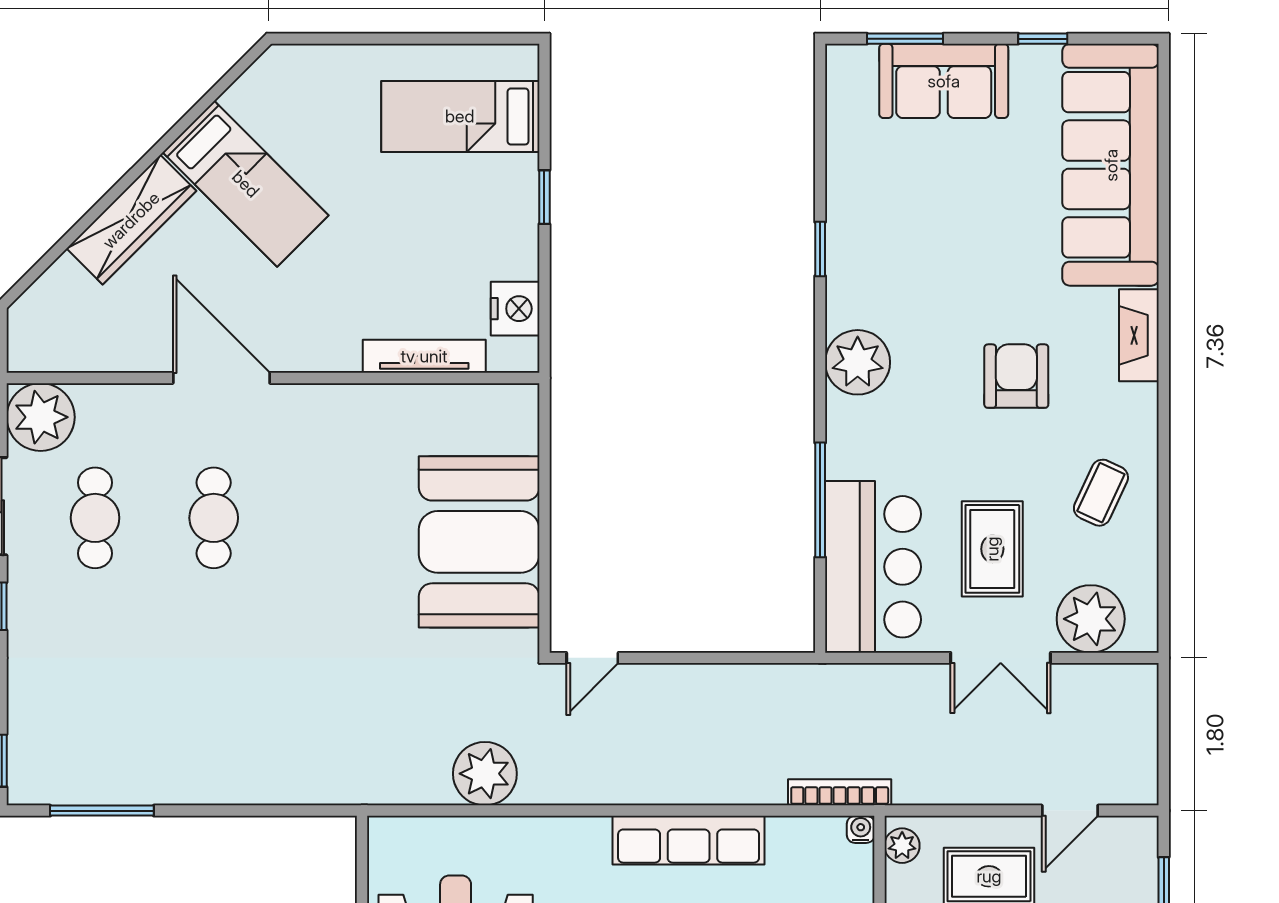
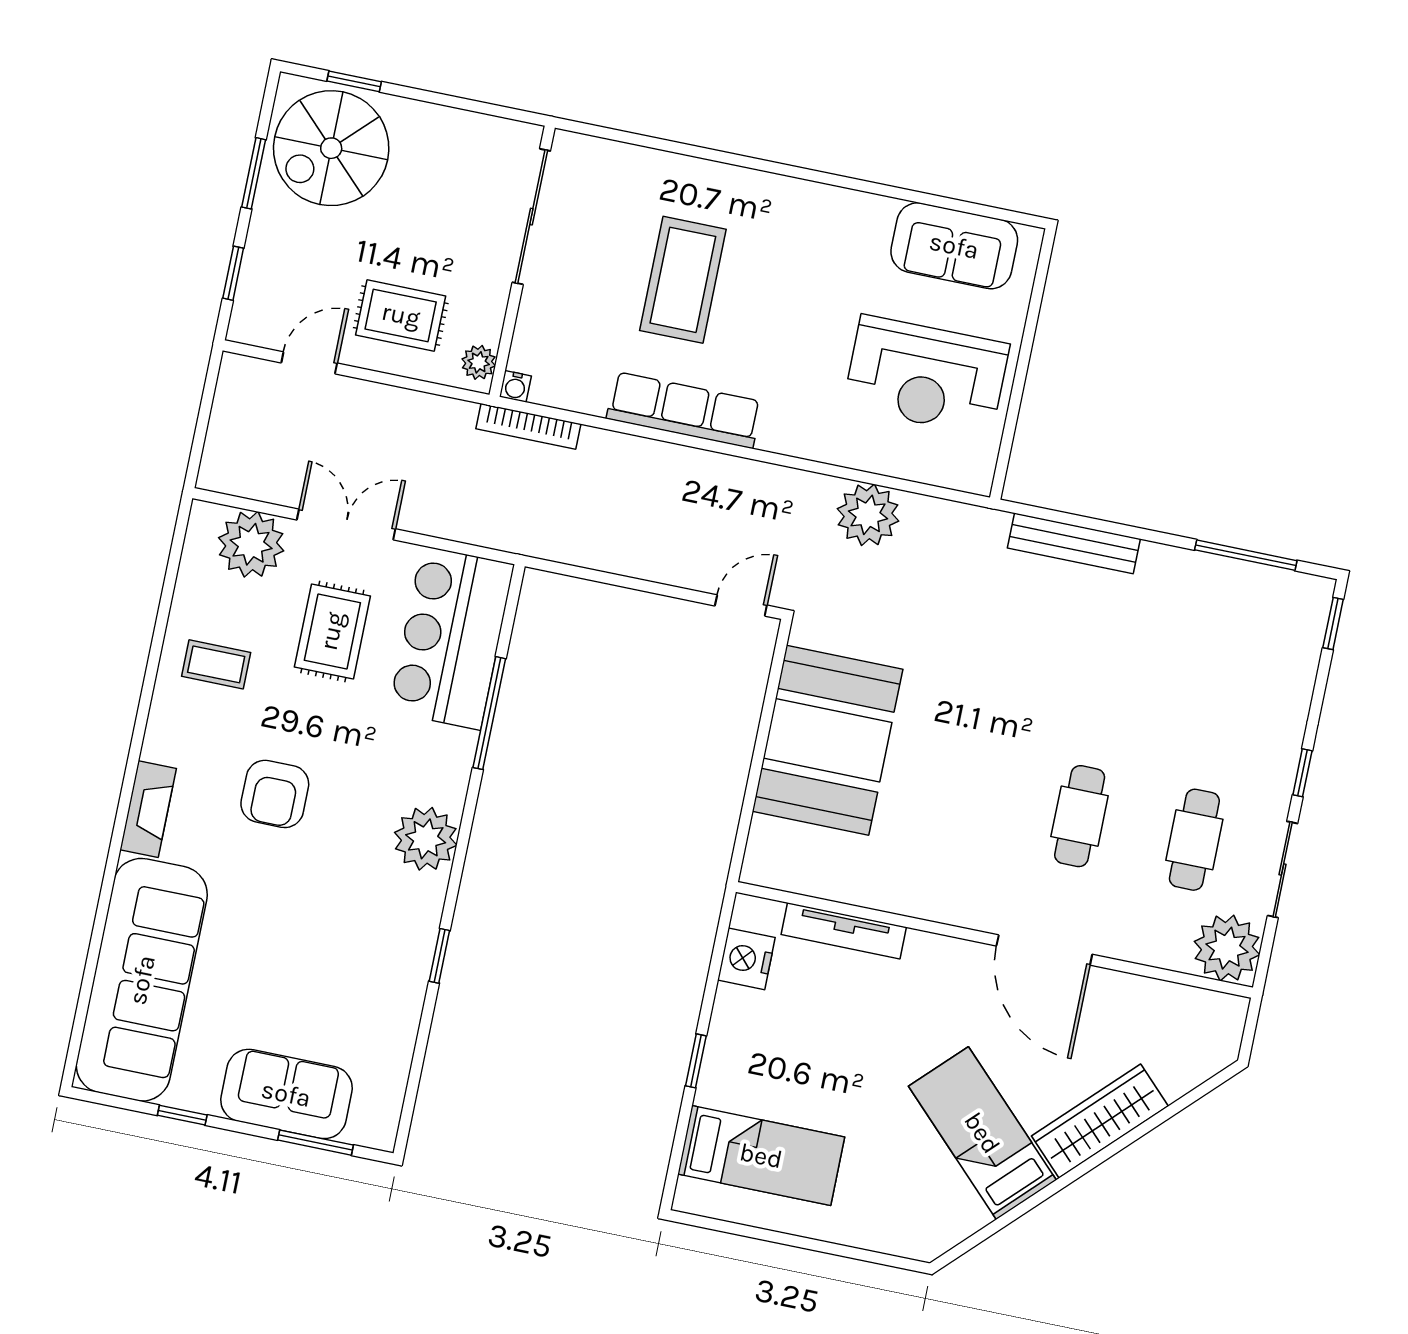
coffee table: (1101, 493) -> (216, 664), turned 65
bench: (275, 787) -> (1074, 543), added

